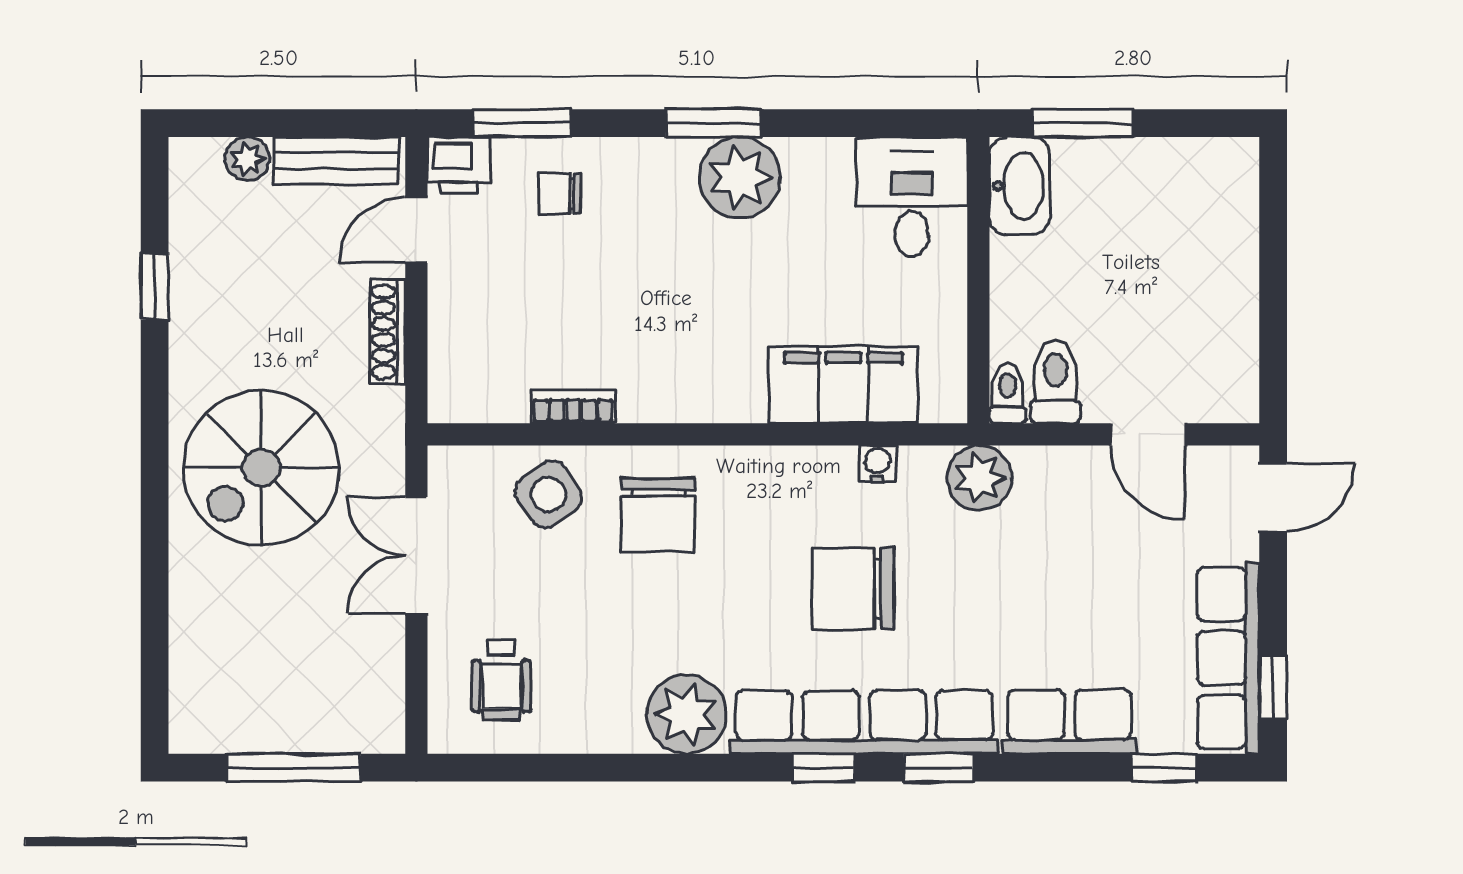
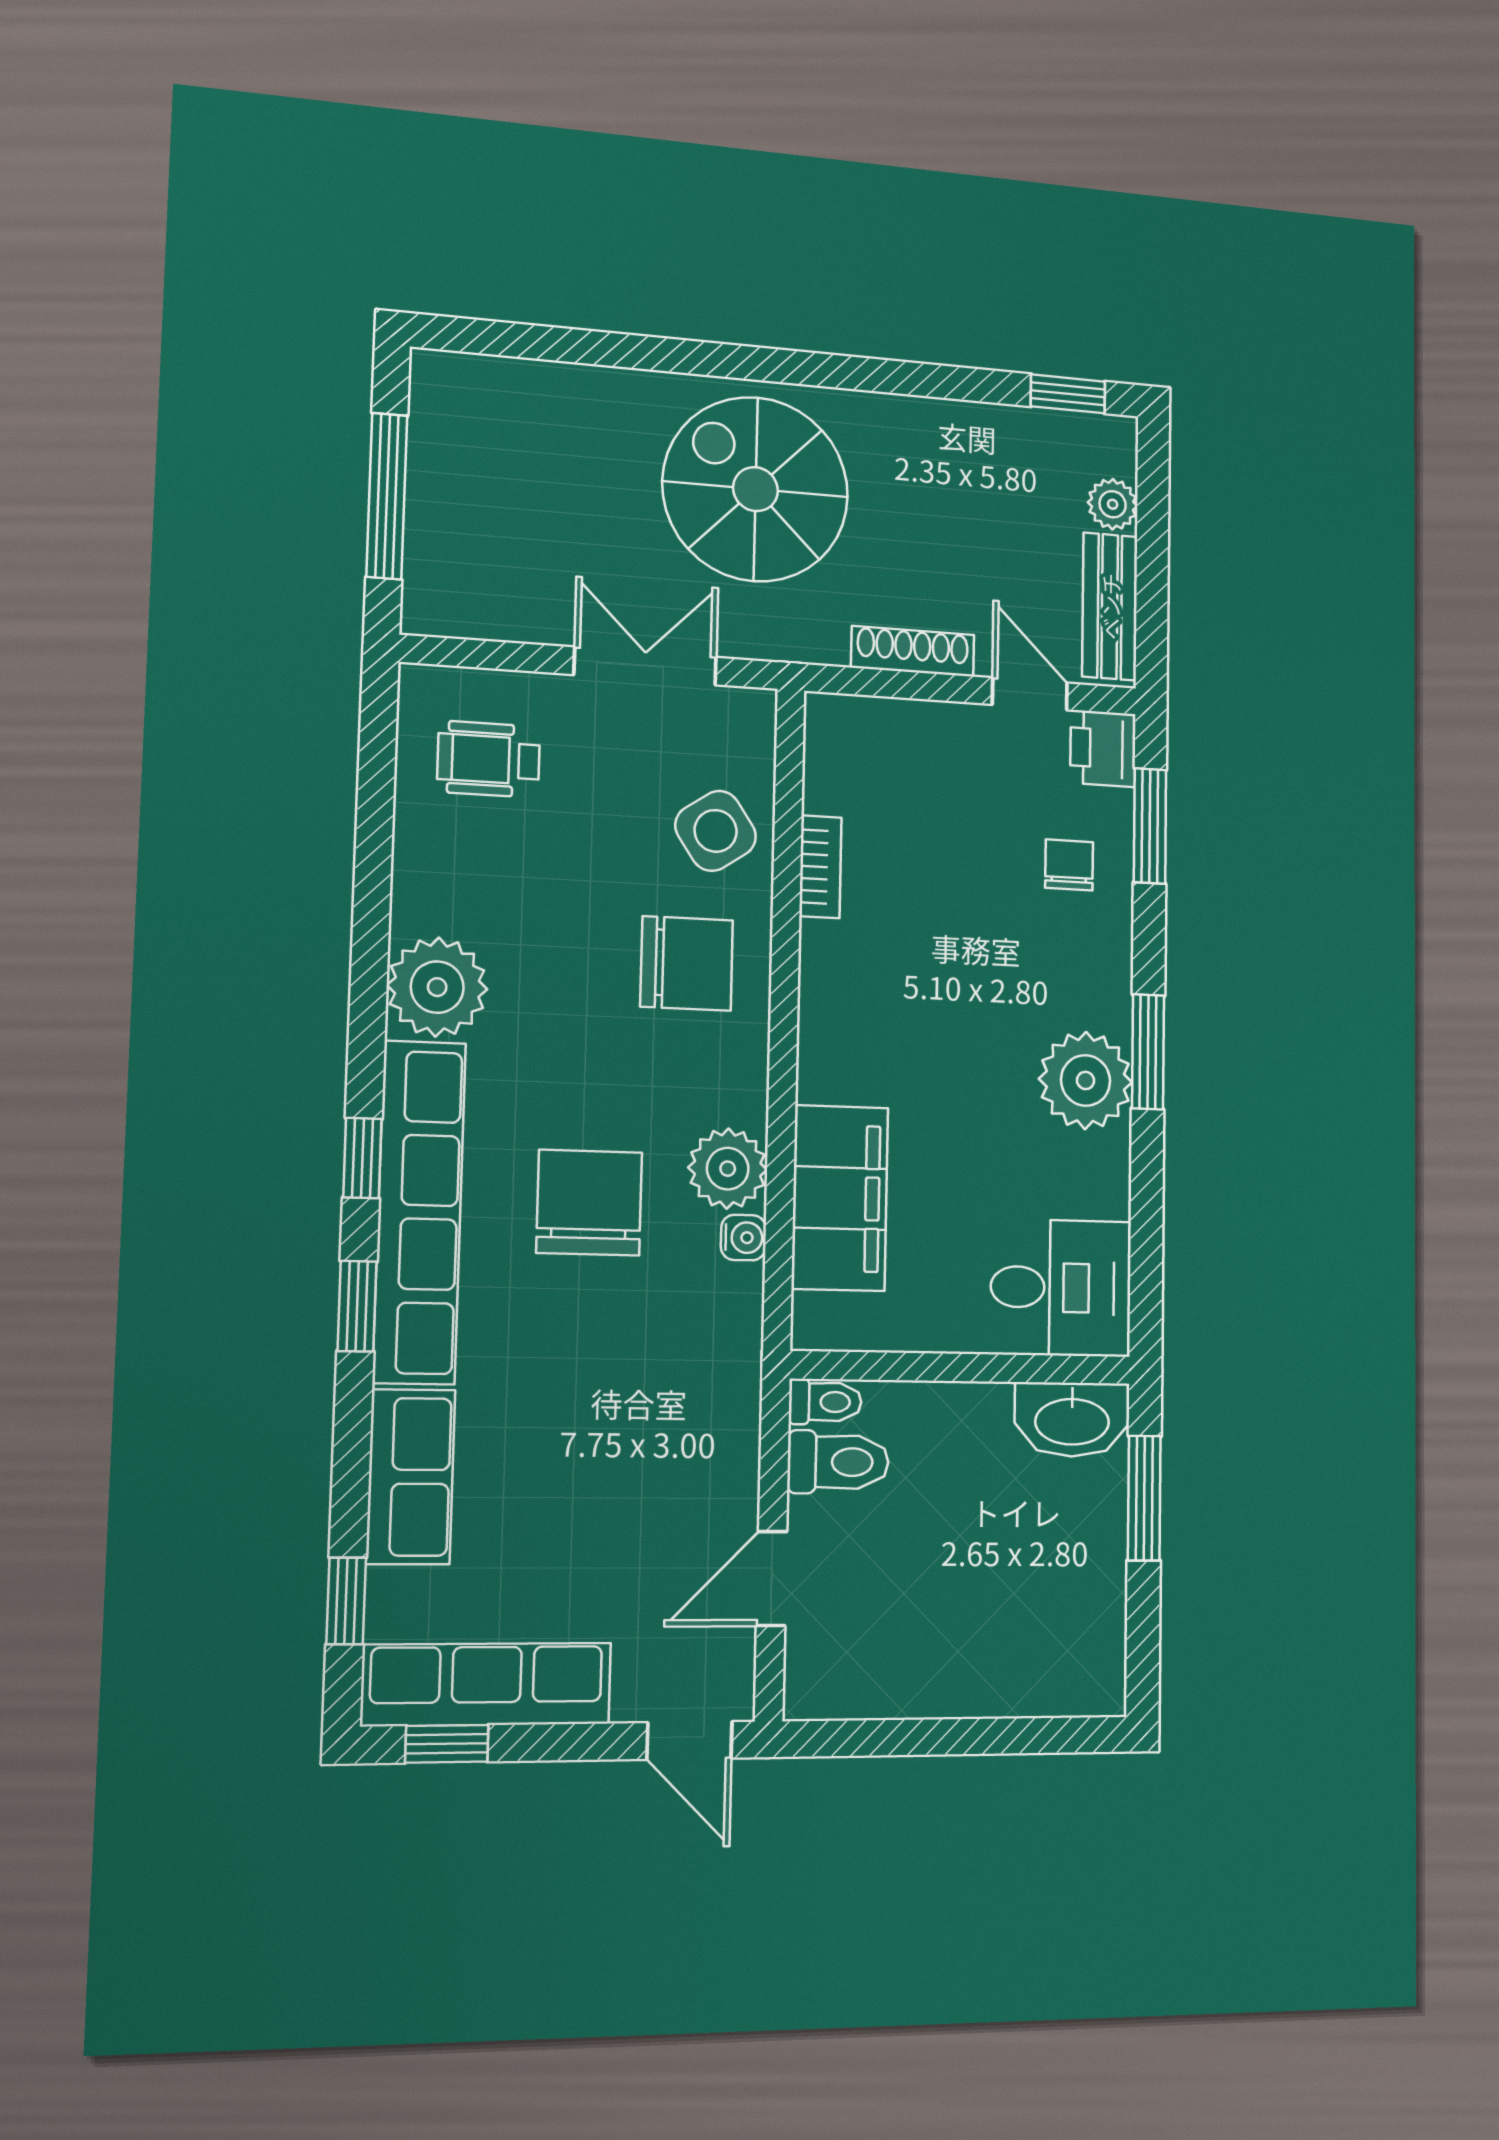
window: (155, 286) -> (1068, 394), moved
plant: (979, 478) -> (728, 1169), moved
chair: (658, 515) -> (687, 963), turned 180

